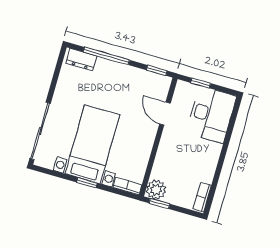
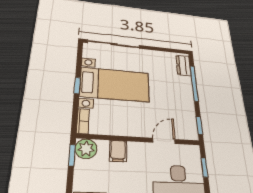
filing cabinet: (165, 161) -> (118, 151), added

